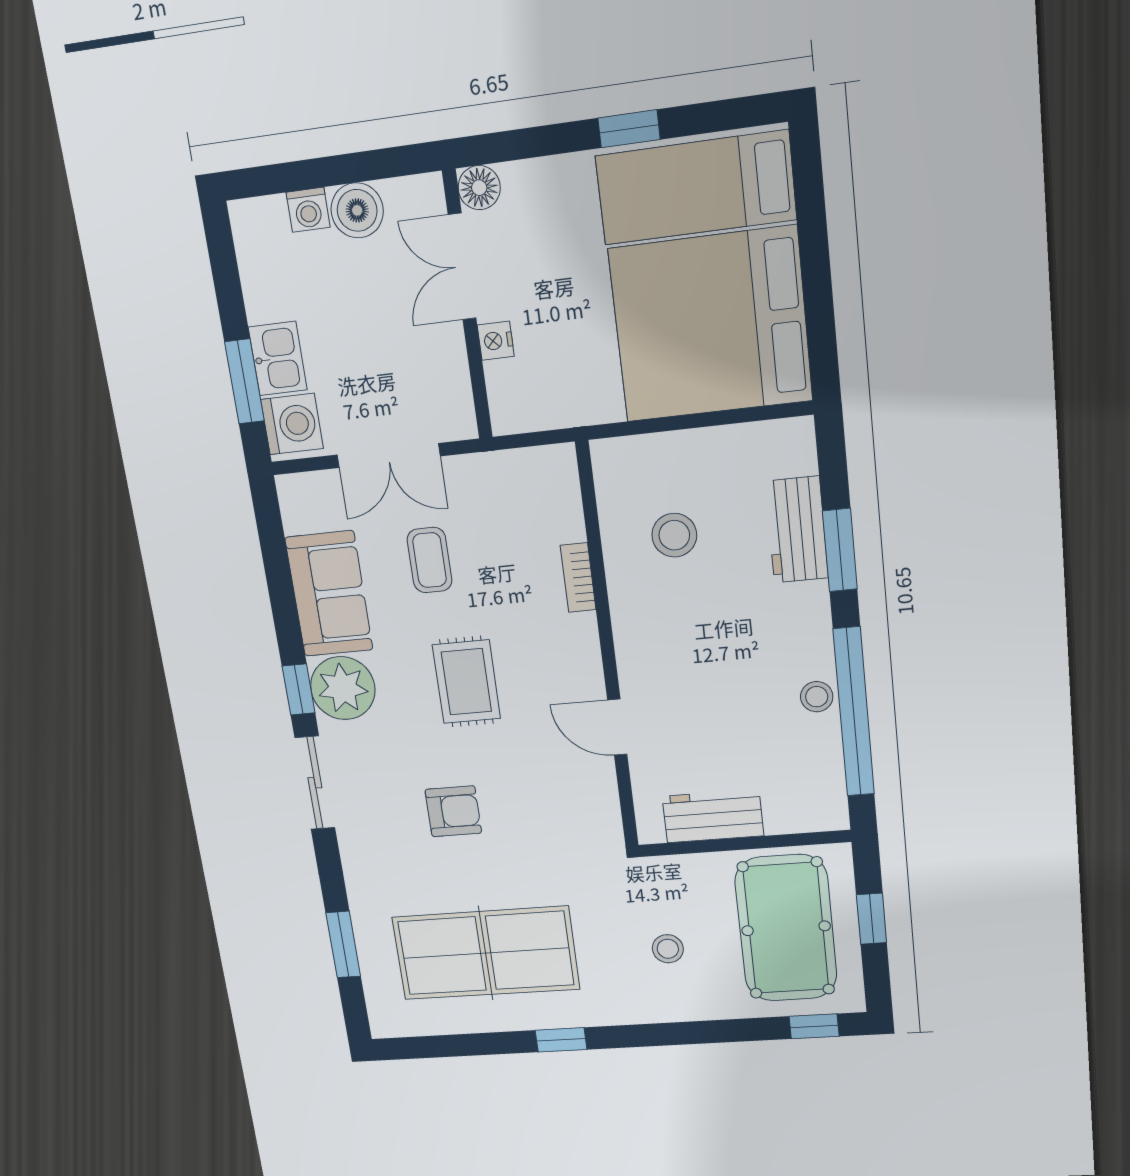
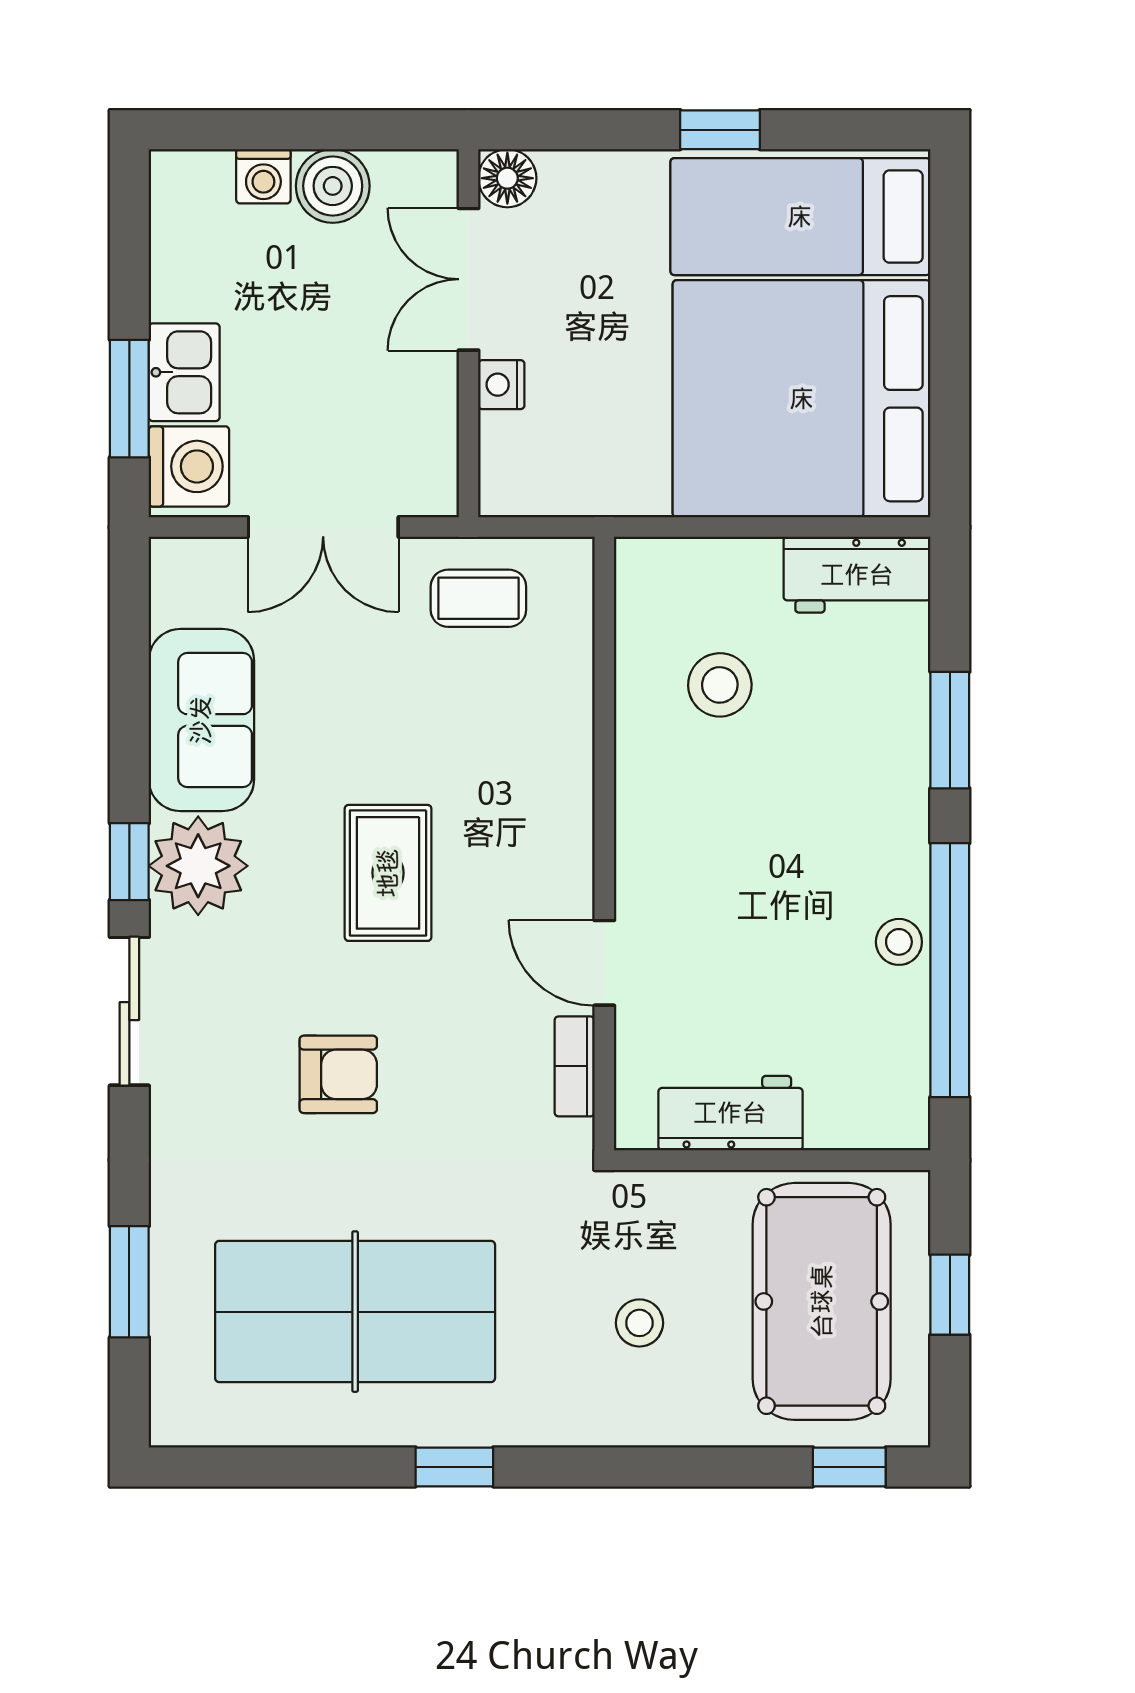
workbench: (797, 530) -> (857, 575), moved, turned -90
coffee table: (430, 560) -> (478, 598), moved, turned 90
bookcase: (578, 578) -> (575, 1066), moved

